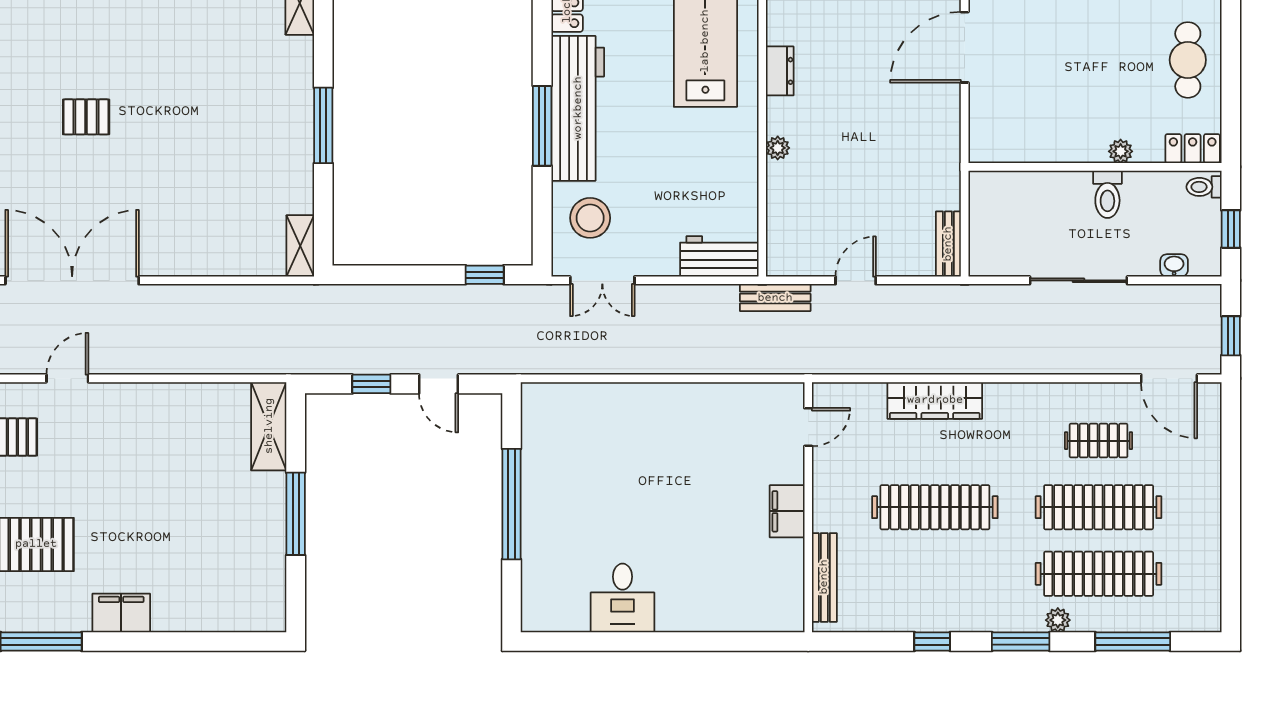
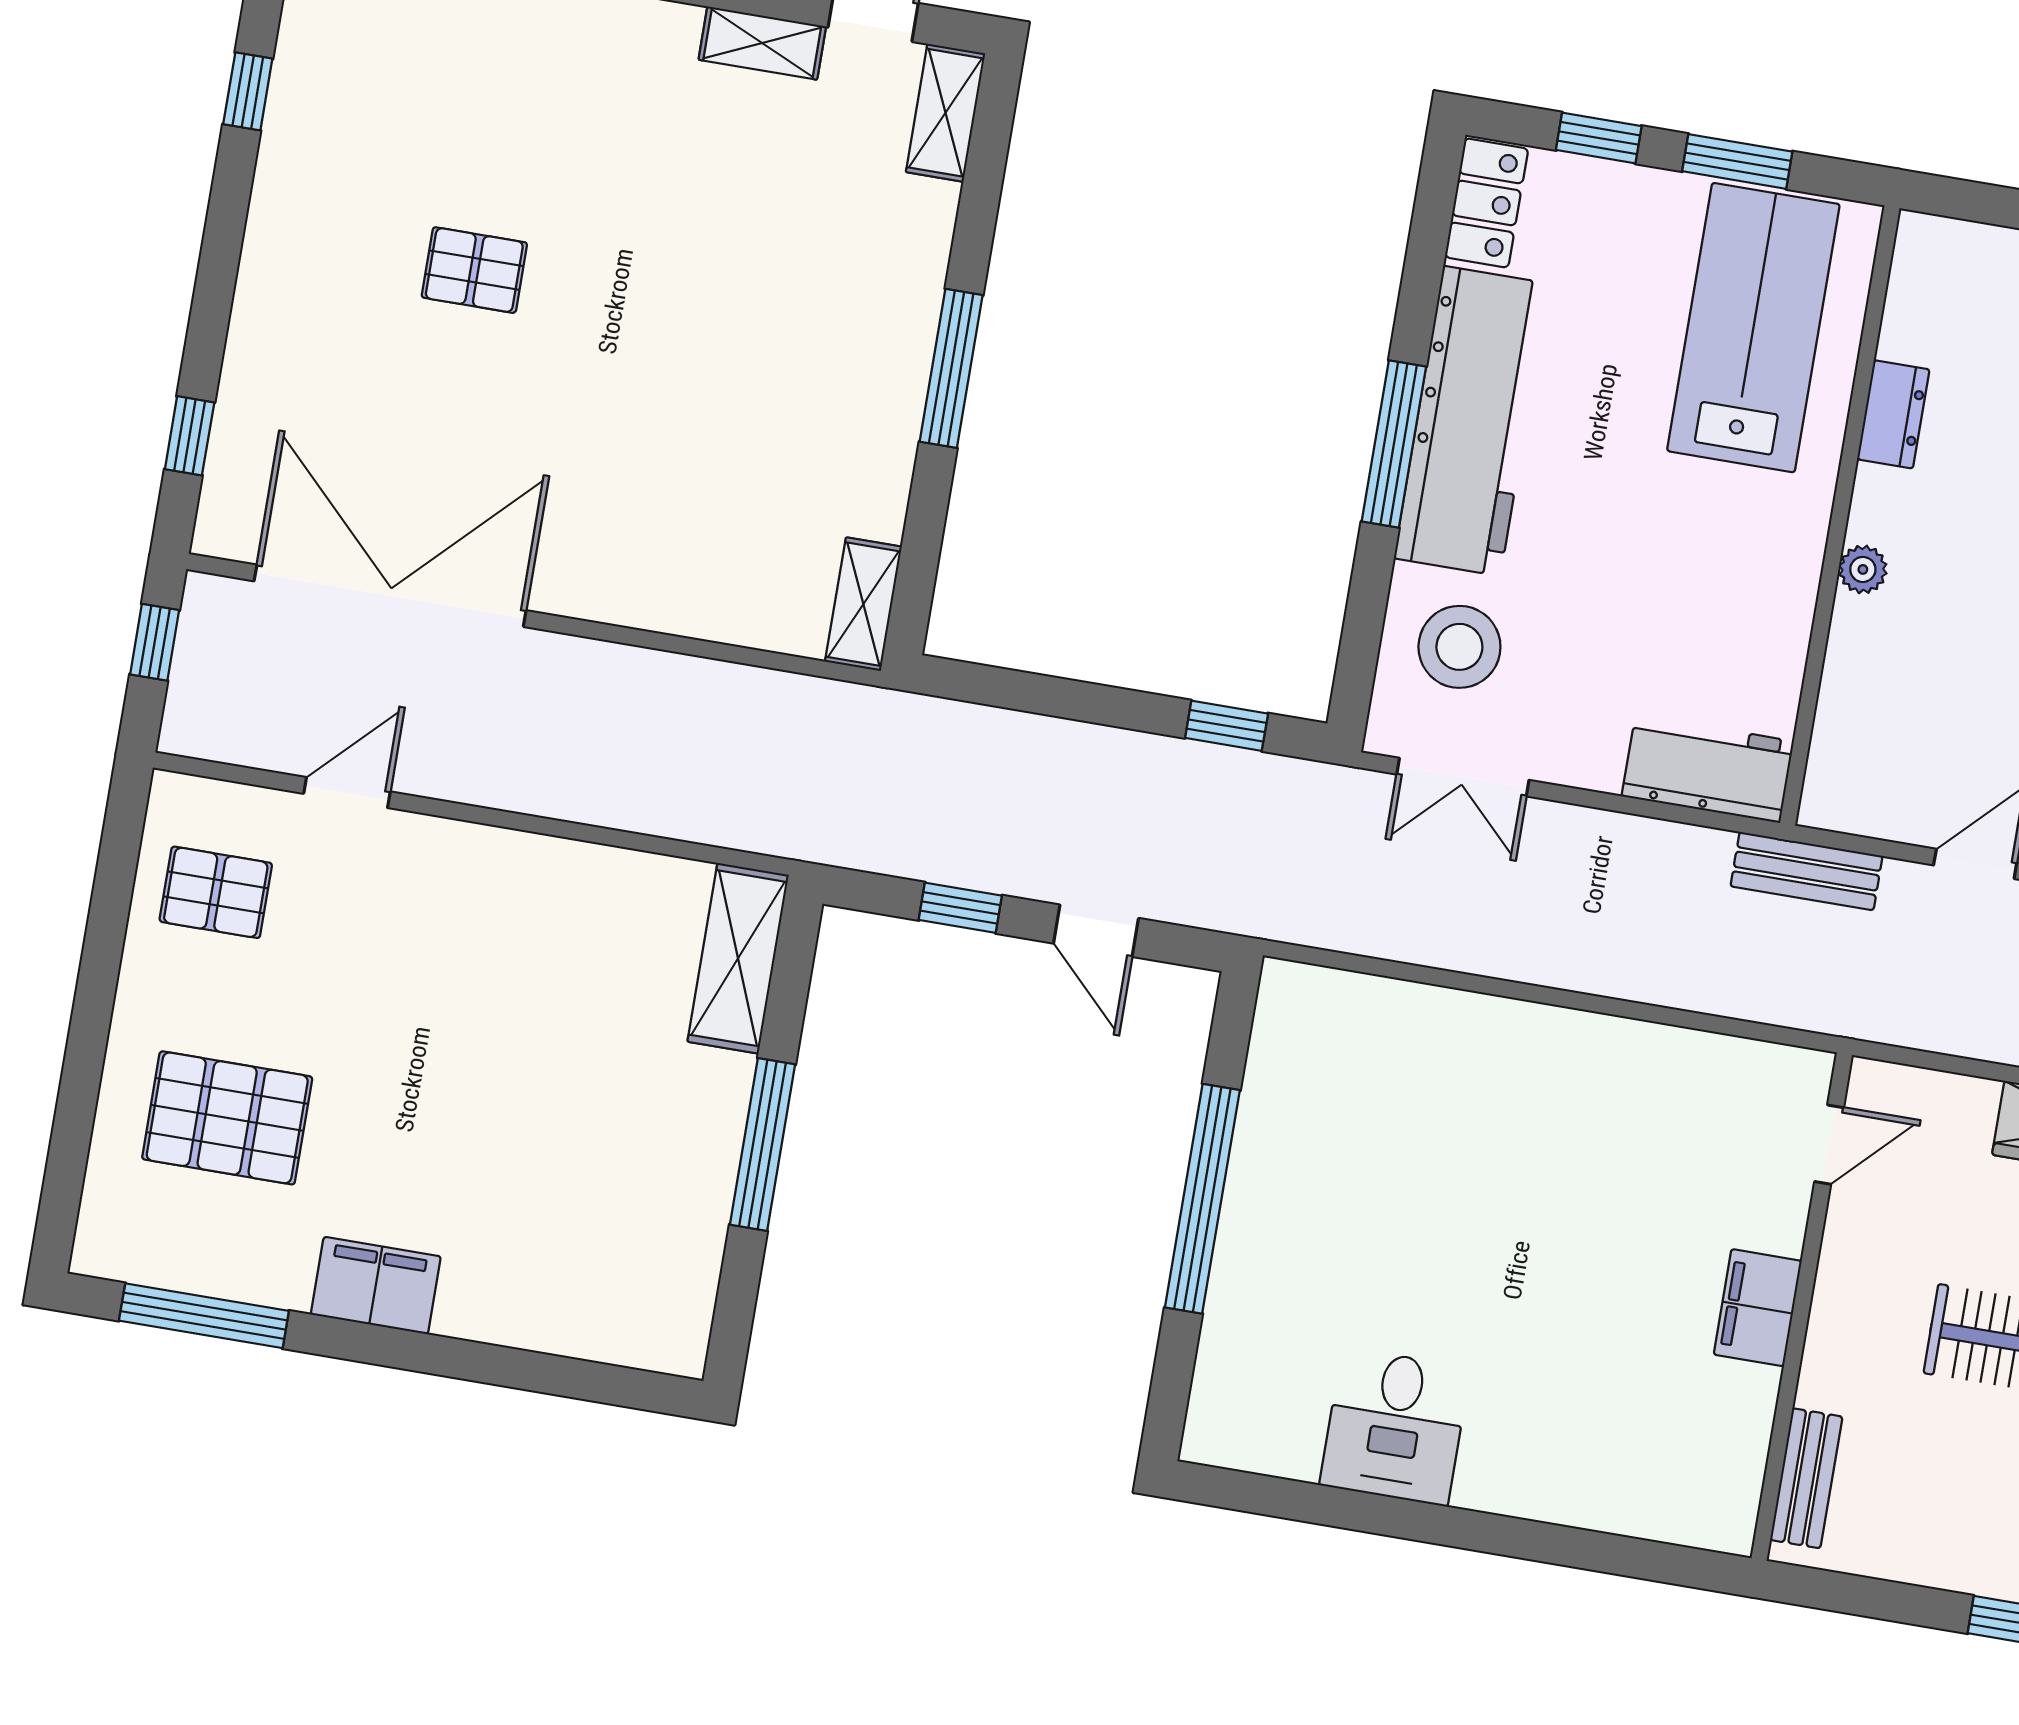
bench: (824, 577) -> (1806, 1478), width x0.73

